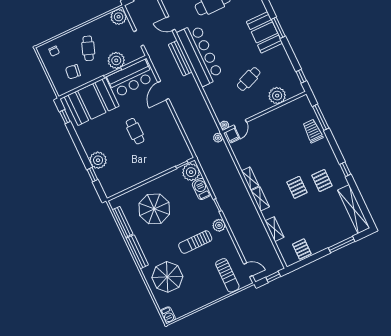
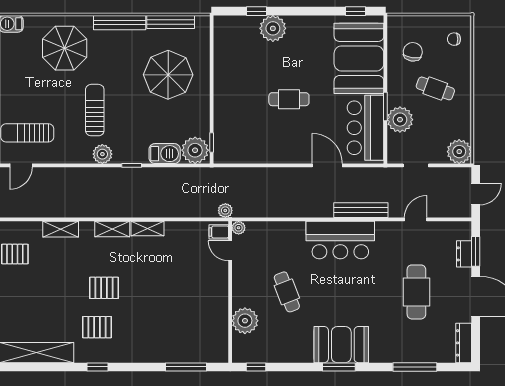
bar counter: (200, 55) -> (340, 240), width x0.73
trolley: (313, 131) -> (172, 347), removed

